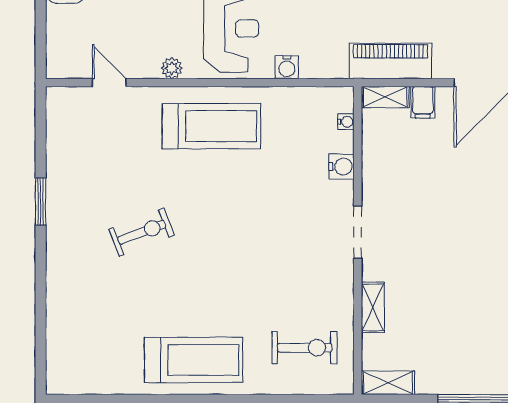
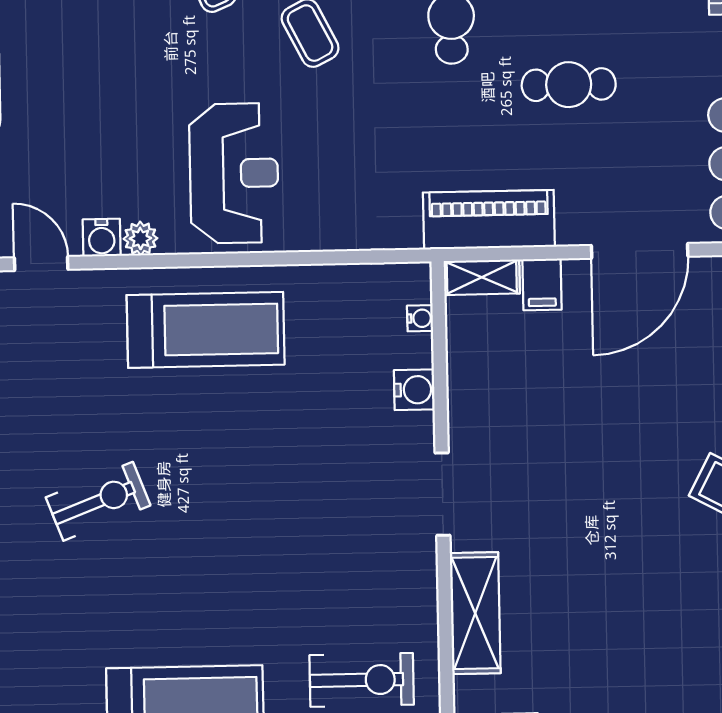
water cooler: (287, 67) -> (102, 238), moved
shelving: (373, 307) -> (475, 613), width x1.50, depth x1.33

